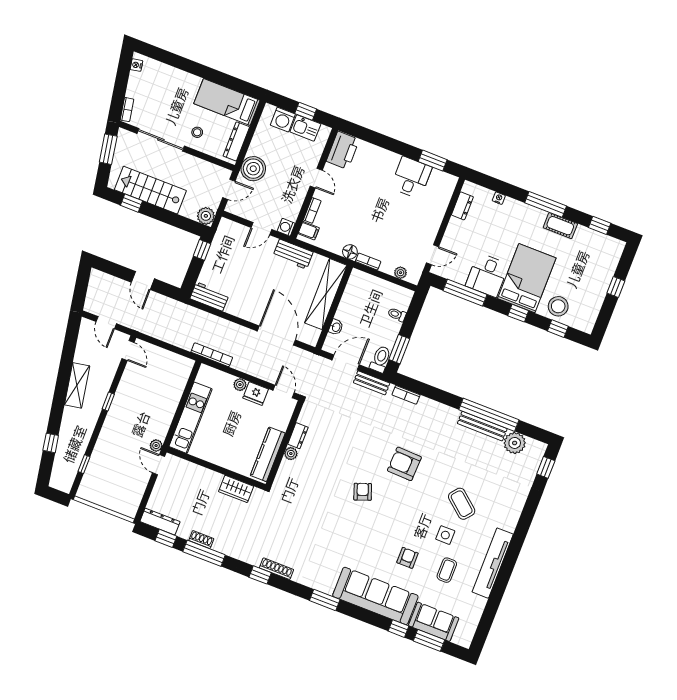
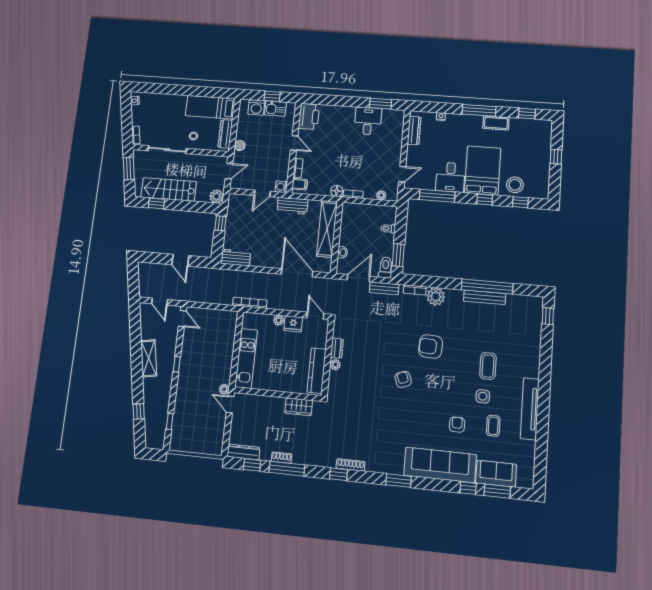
boiler: (253, 169) -> (240, 146), width x0.54, depth x0.54
dresser: (462, 206) -> (414, 131), width x1.44
plant: (515, 443) -> (436, 296), moved
coffee table: (462, 504) -> (488, 366), turned 50

